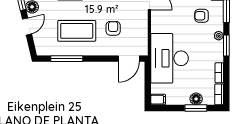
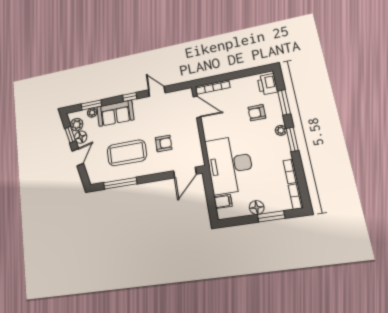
armchair: (113, 28) -> (164, 143), turned 90
floor lamp: (196, 99) -> (257, 208), moved
filing cabinet: (158, 100) -> (223, 201), moved

